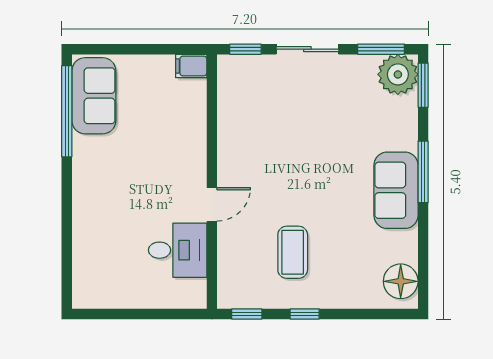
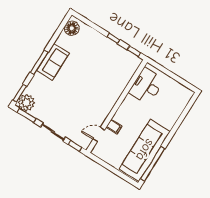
filing cabinet: (191, 66) -> (114, 127), moved
sofa: (94, 96) -> (145, 150), width x1.85, depth x1.27
door: (212, 204) -> (99, 134), moved
desk: (178, 250) -> (147, 86), width x1.37
coffee table: (293, 252) -> (104, 63), removed

